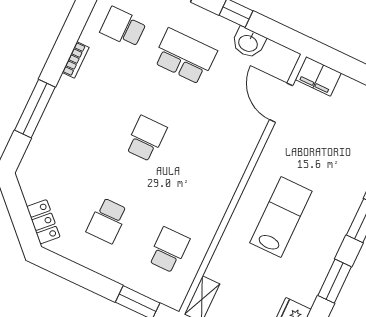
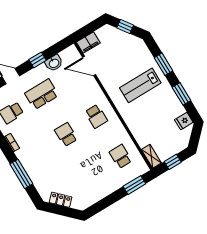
lab bench: (281, 217) -> (140, 85), moved, turned -90
school desk: (107, 221) -> (96, 116), moved
locker: (43, 222) -> (61, 200), moved

